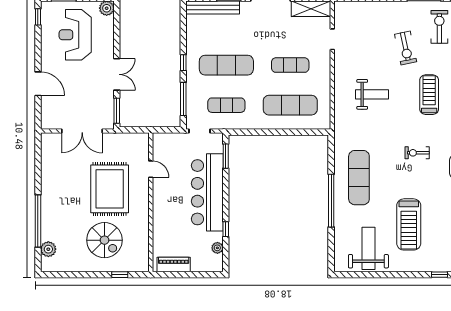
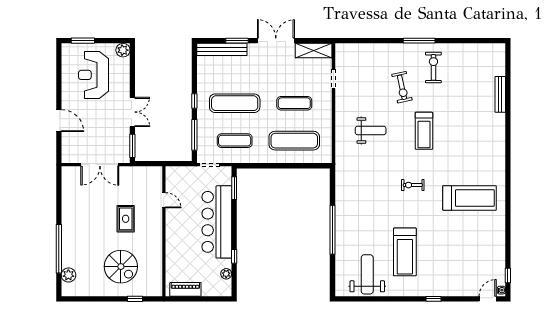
window: (38, 17) -> (59, 58), removed
treadmill: (429, 95) -> (424, 131), turned 180
exercise mat: (359, 178) -> (358, 208), removed
rug: (110, 189) -> (126, 219), width x0.54, depth x0.49

